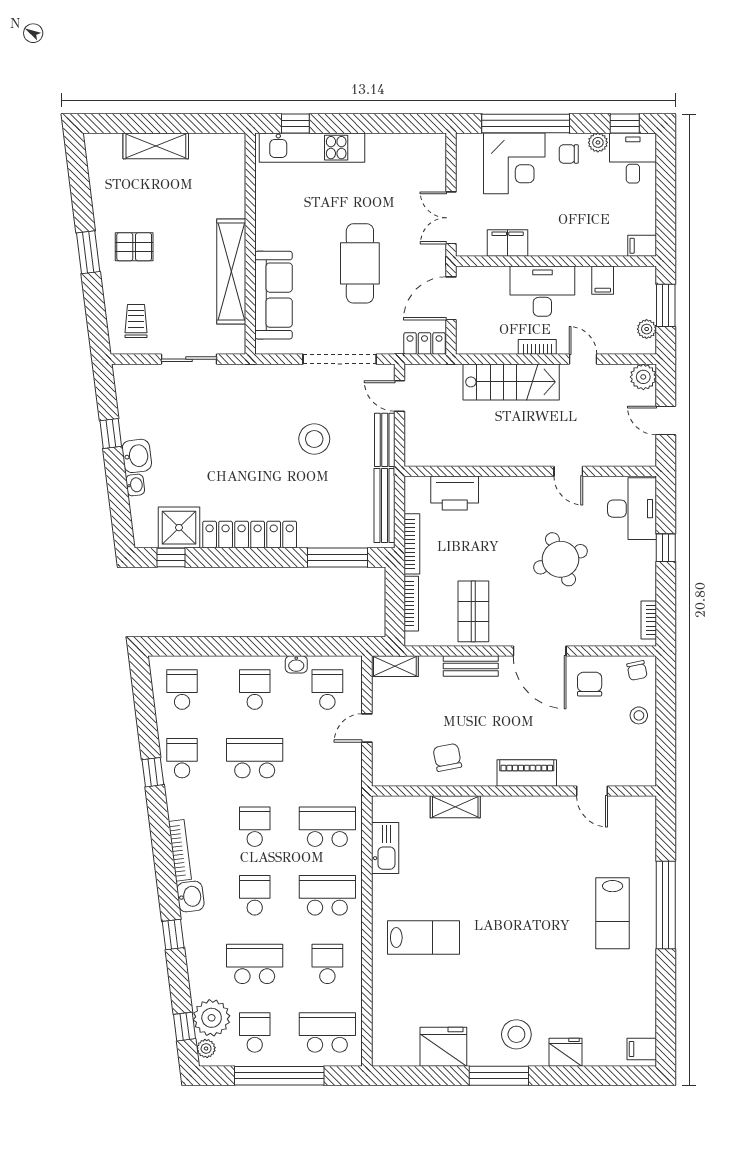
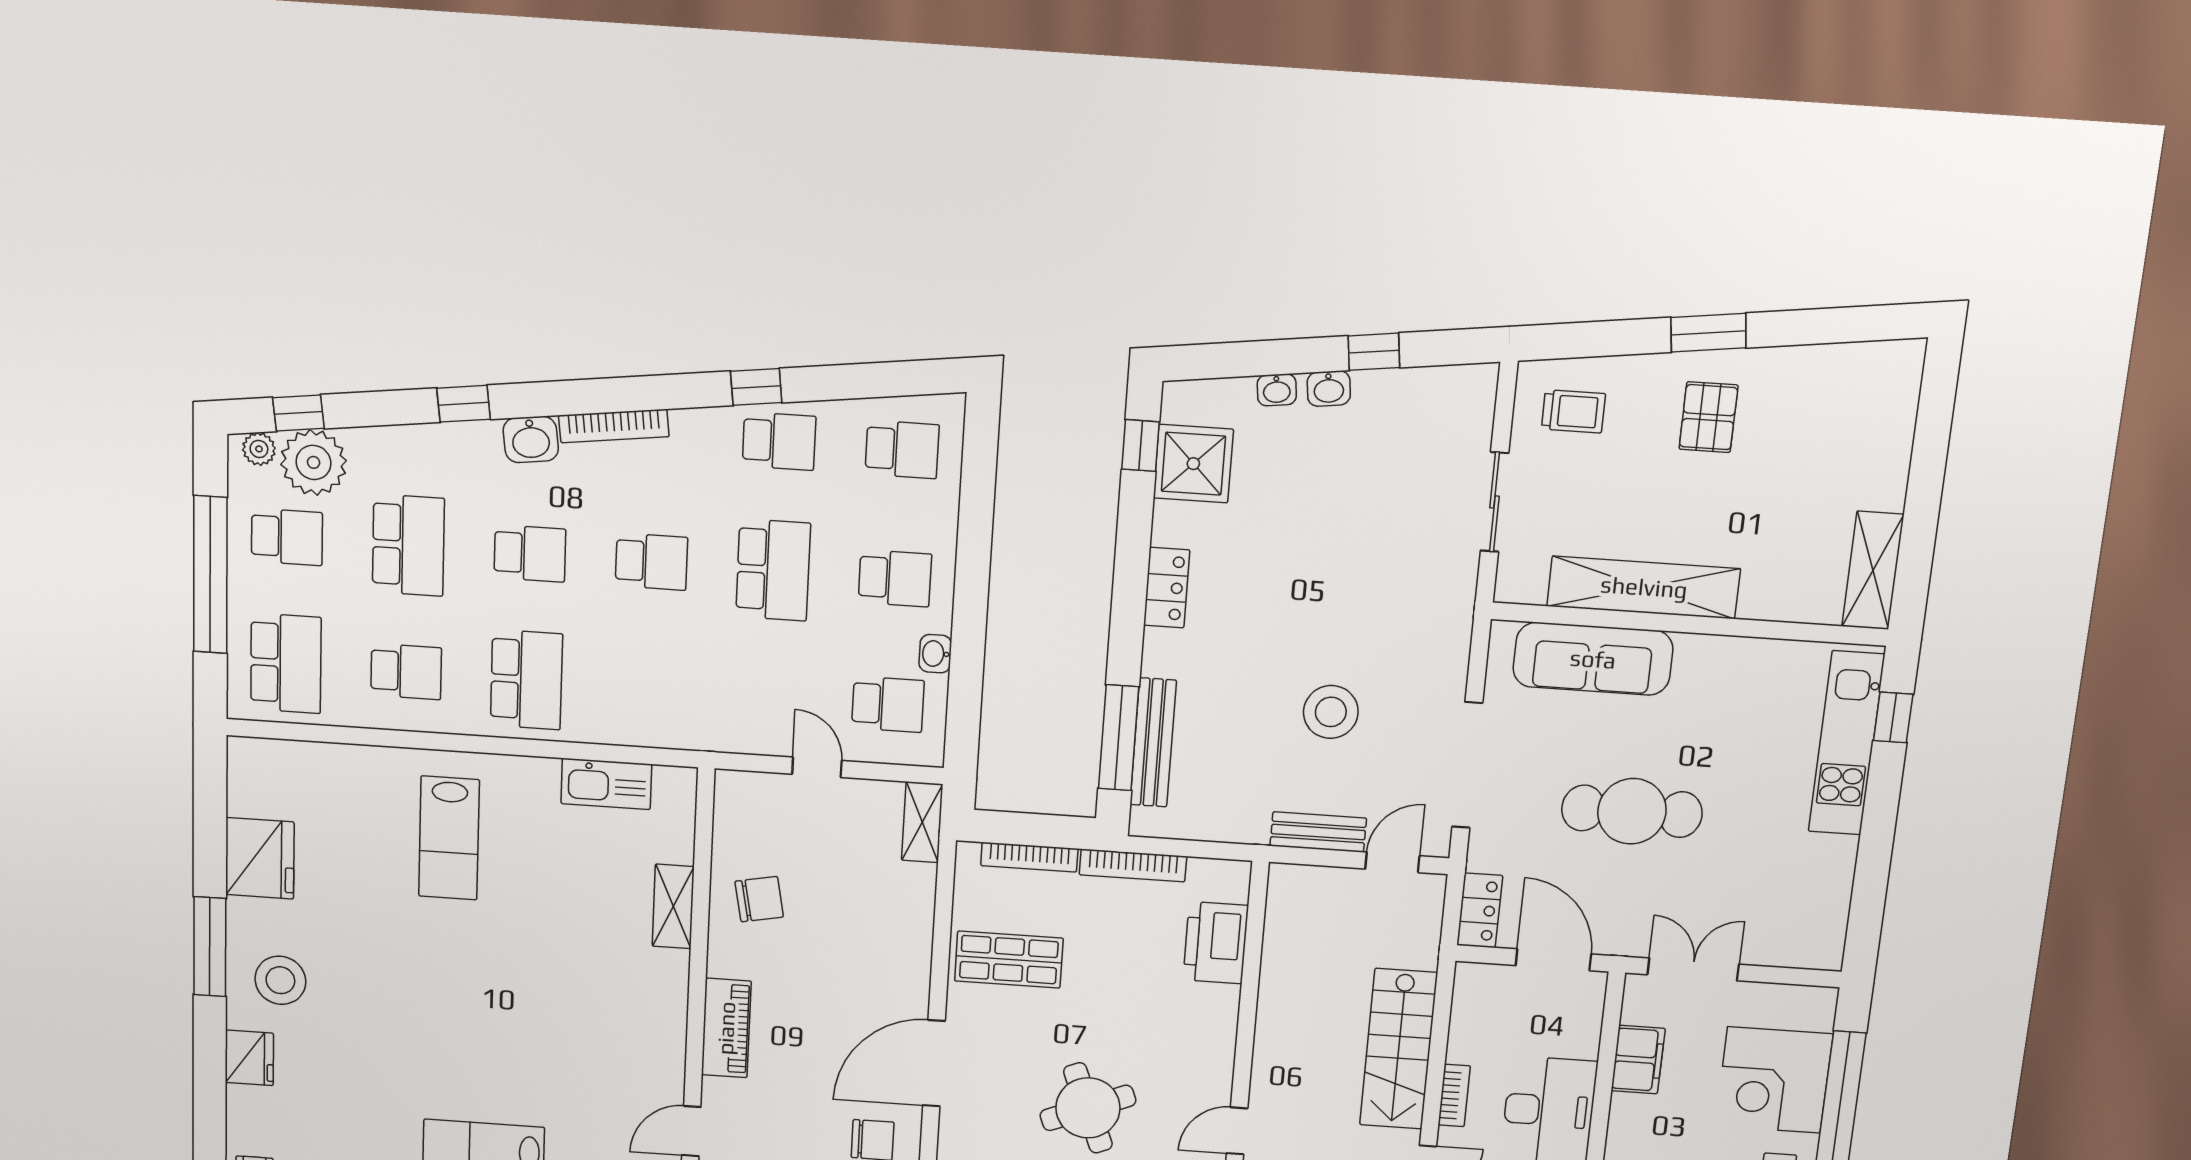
shelving: (156, 146) -> (1873, 570), moved
washbasin: (137, 456) -> (1329, 389), width x0.72, depth x0.69
bench: (385, 506) -> (1153, 743), moved, turned 90
locker: (250, 535) -> (1167, 588), width x0.46, depth x0.83
bench: (471, 666) -> (915, 949), removed
school desk: (327, 827) -> (647, 688), removed

